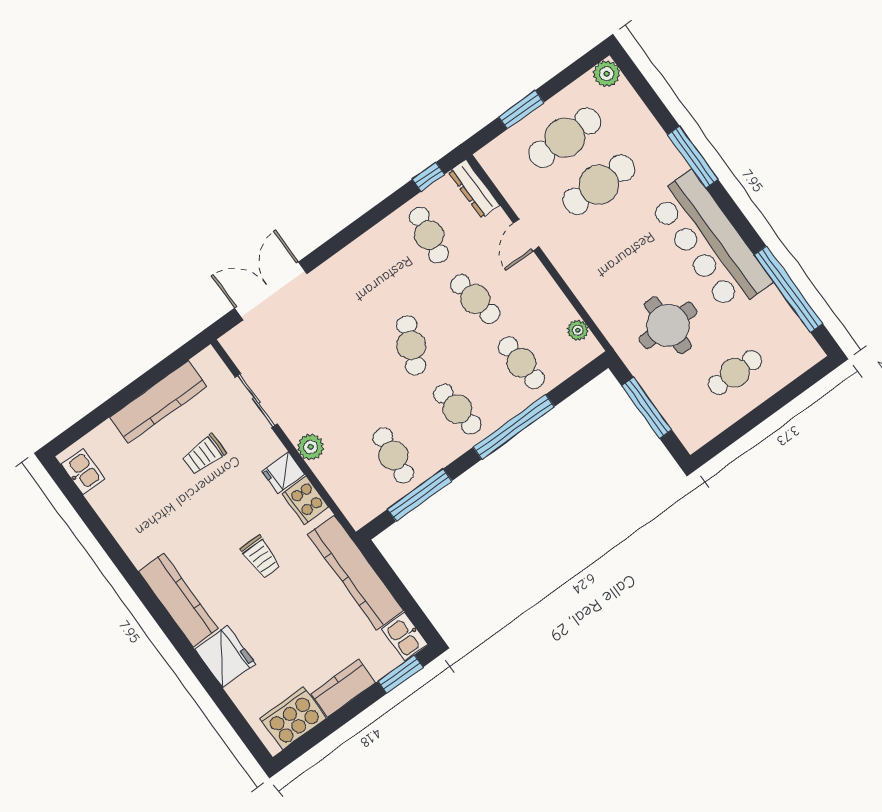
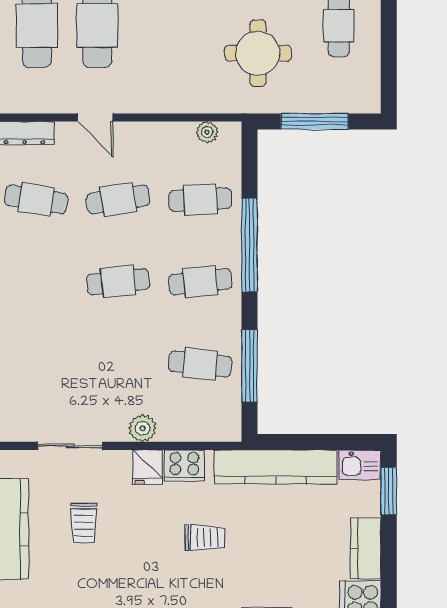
cafe table: (411, 345) -> (118, 282), turned -30

